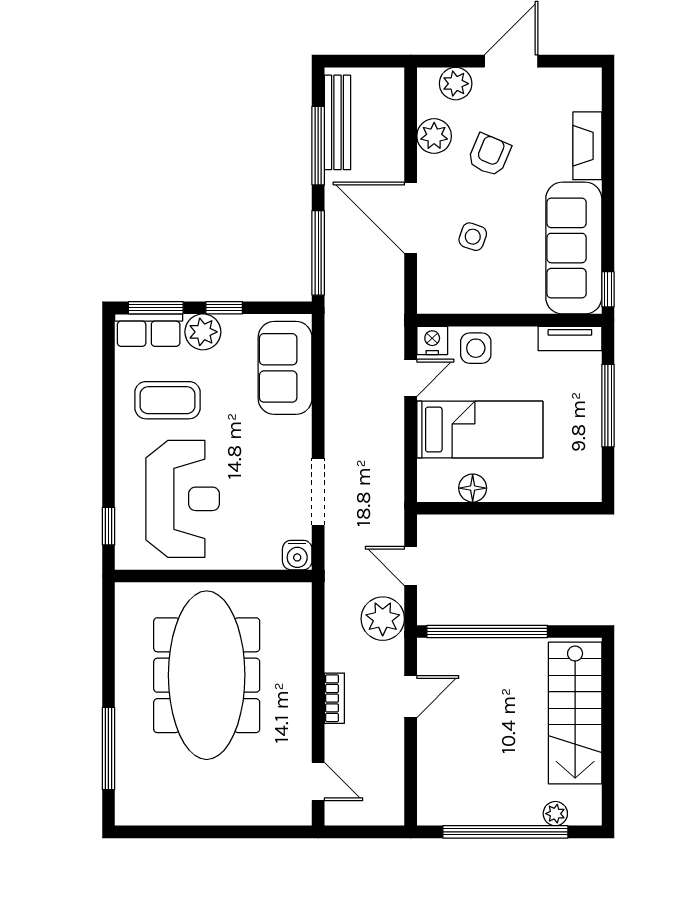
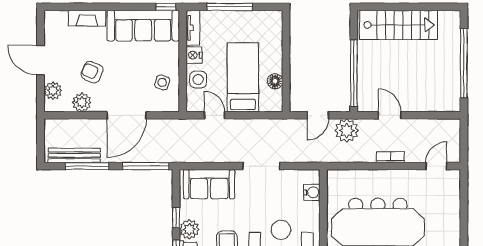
side table: (473, 237) -> (162, 82), moved
nightstand: (432, 340) -> (194, 55), moved
doorway: (318, 492) -> (261, 166), moved
water cooler: (297, 555) -> (312, 192), moved
plant: (555, 814) -> (454, 36), removed

